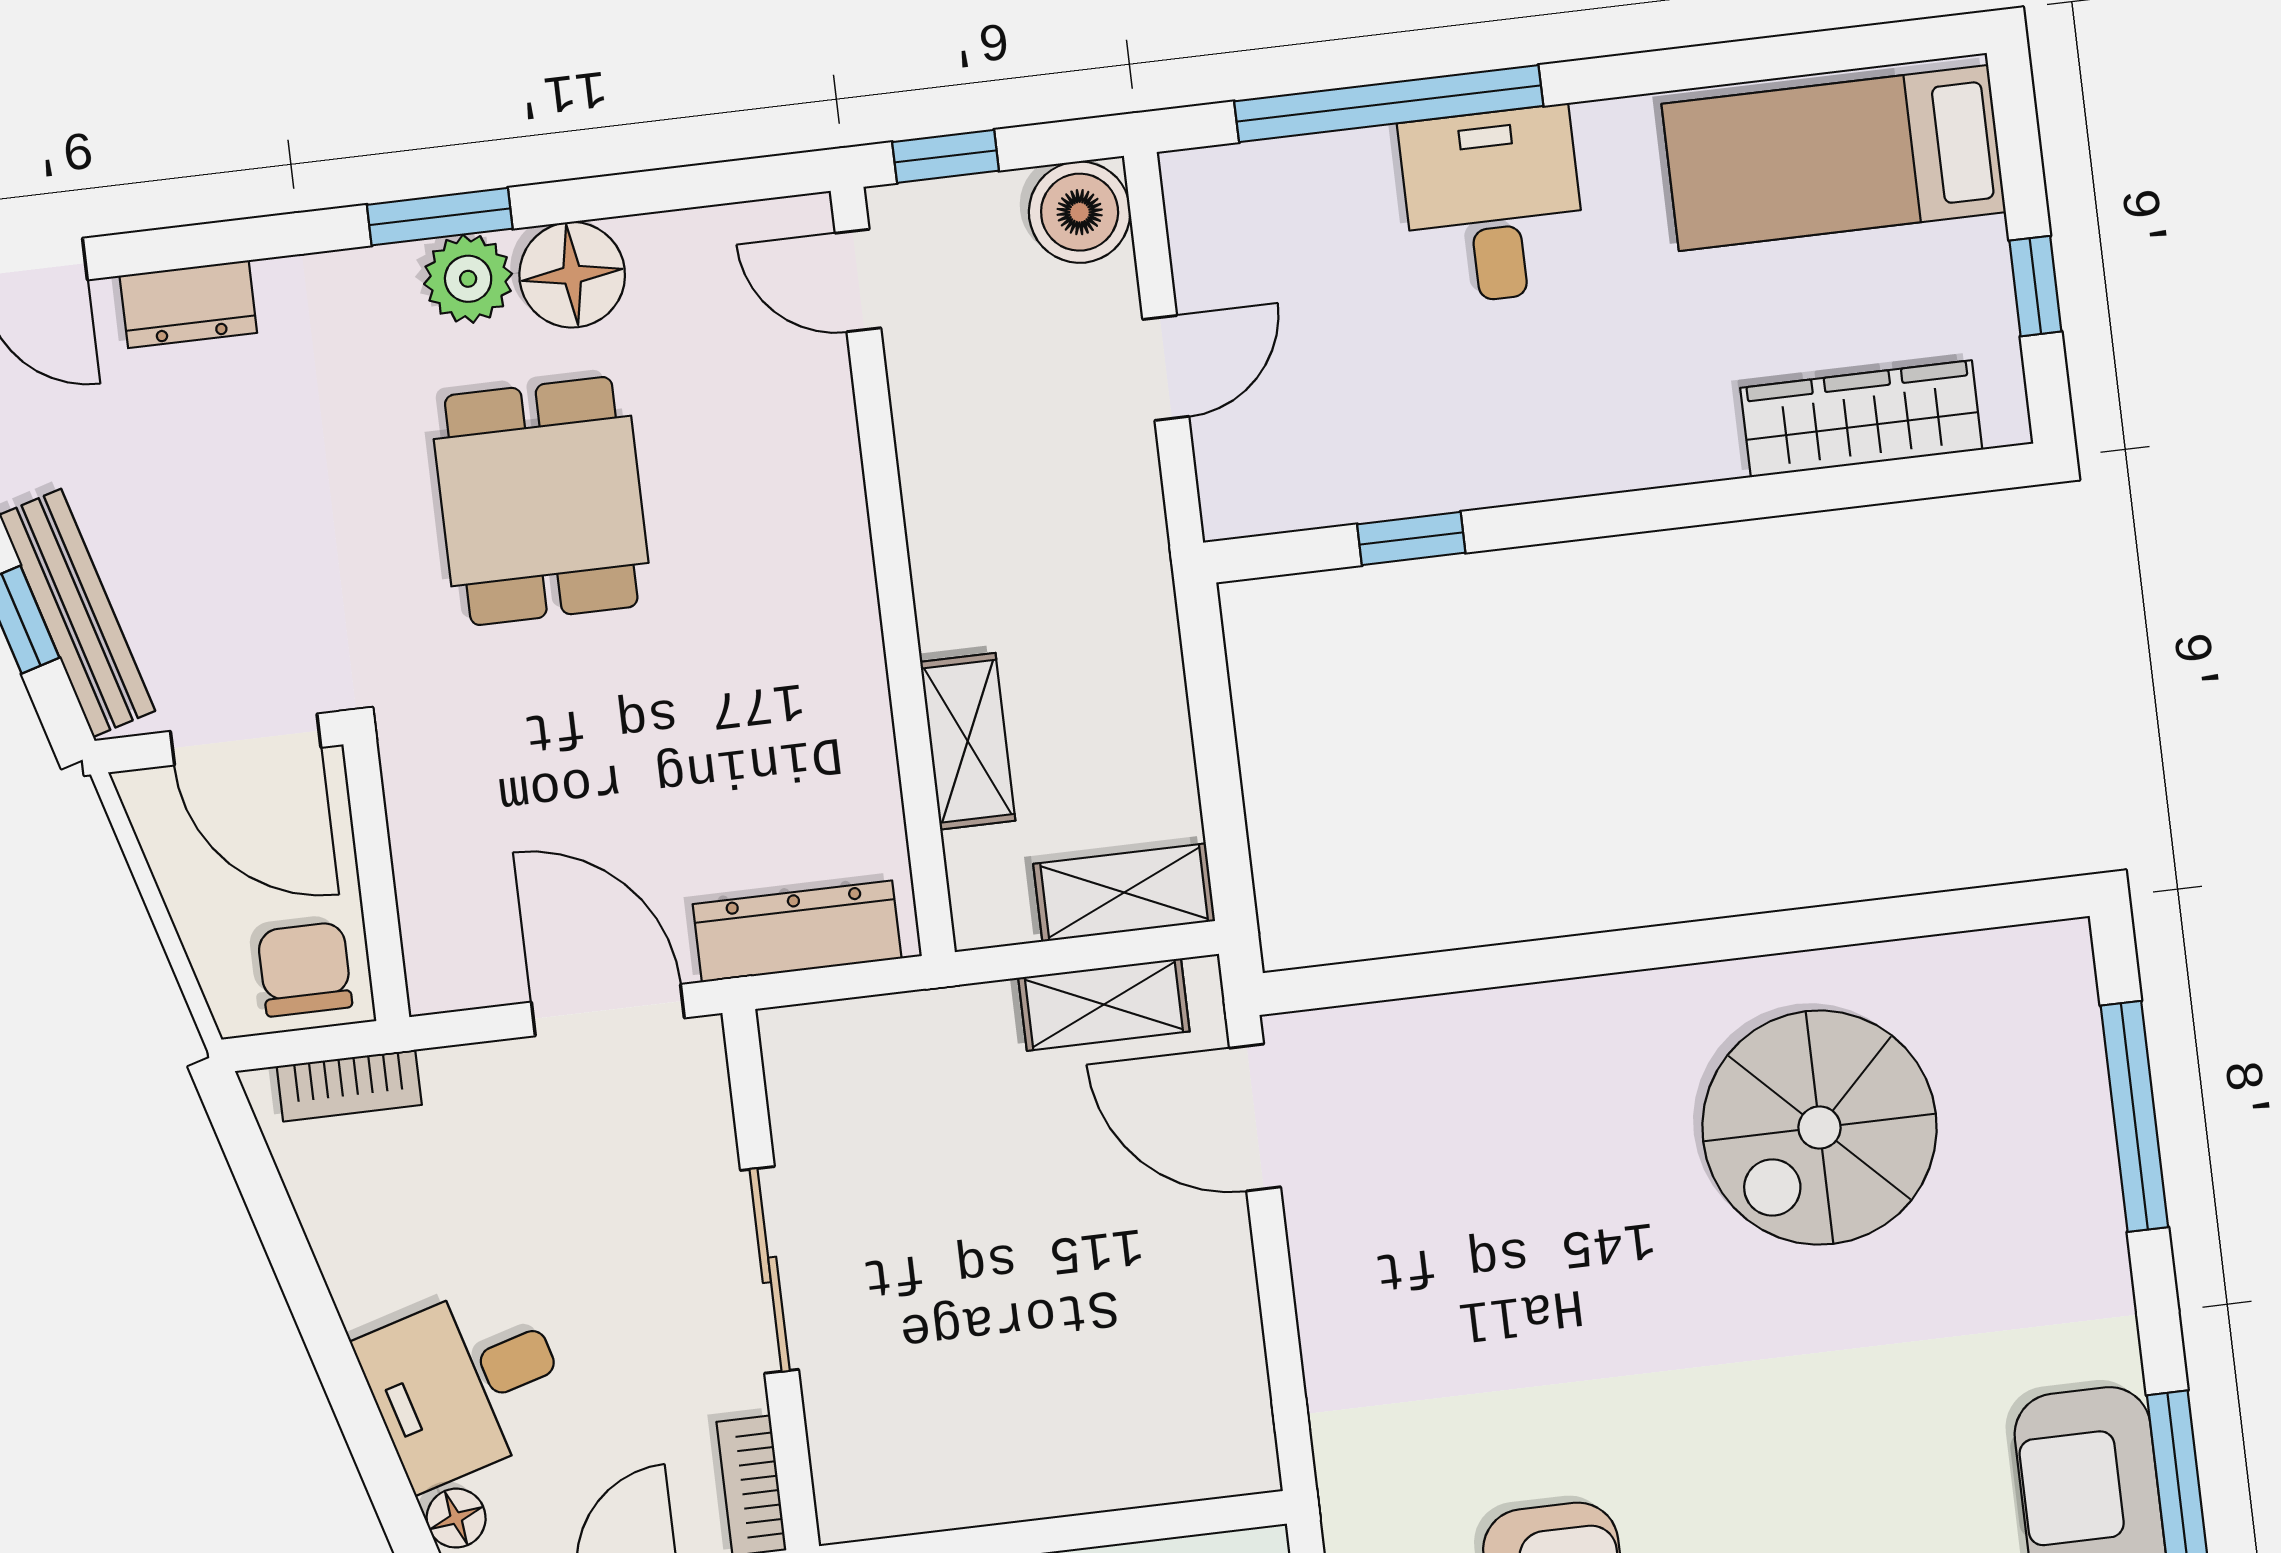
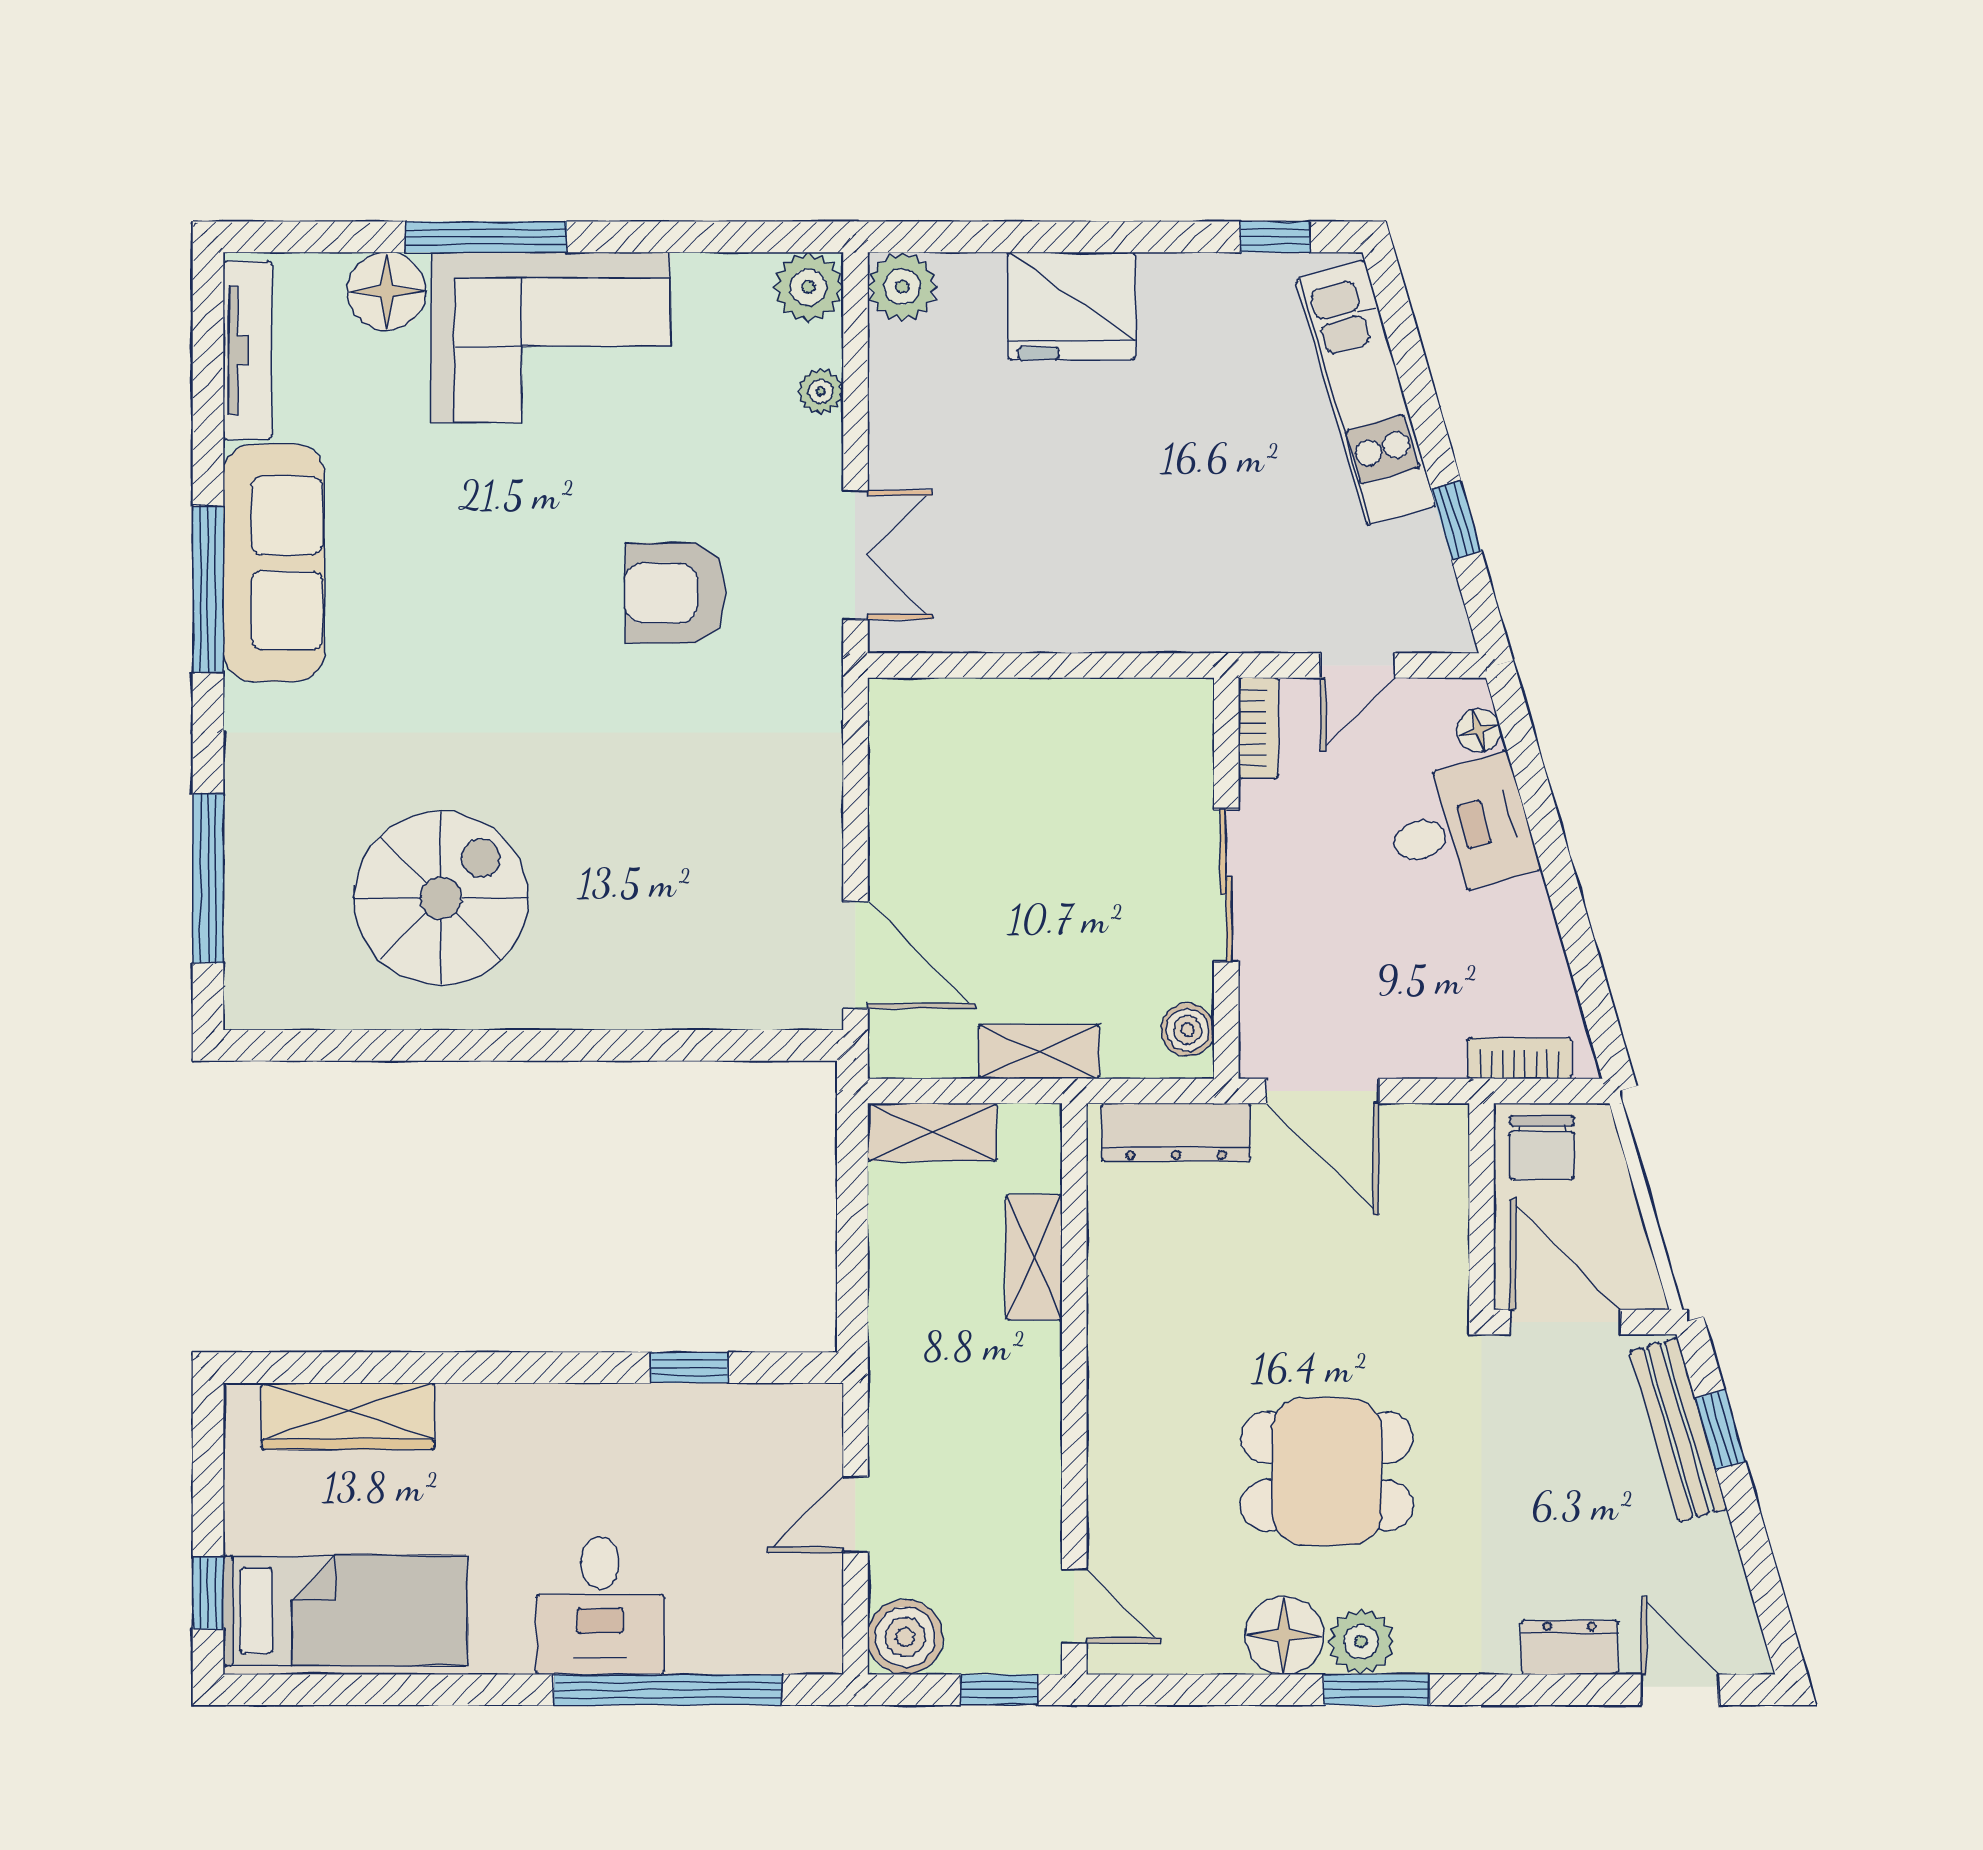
window: (2035, 286) -> (208, 1593), moved
dining table: (541, 501) -> (1327, 1472), turned 90
shelving: (1104, 1005) -> (1039, 1051), moved
boiler: (798, 1071) -> (1187, 1030), added

